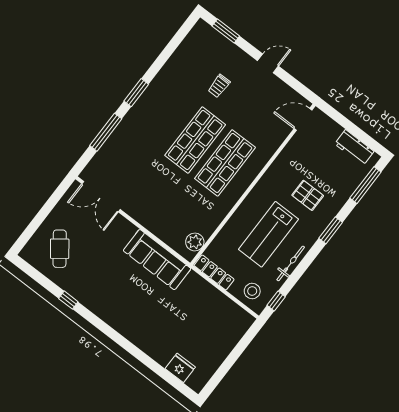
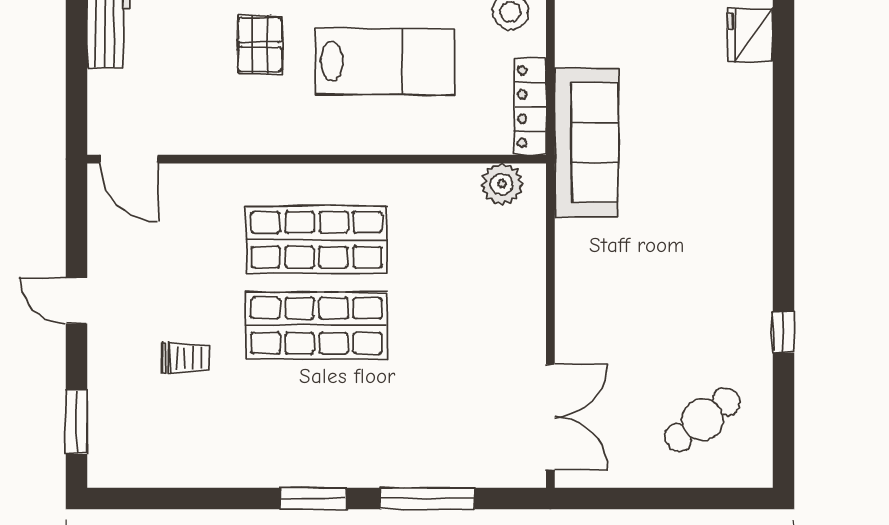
sofa: (157, 260) -> (586, 142), moved

